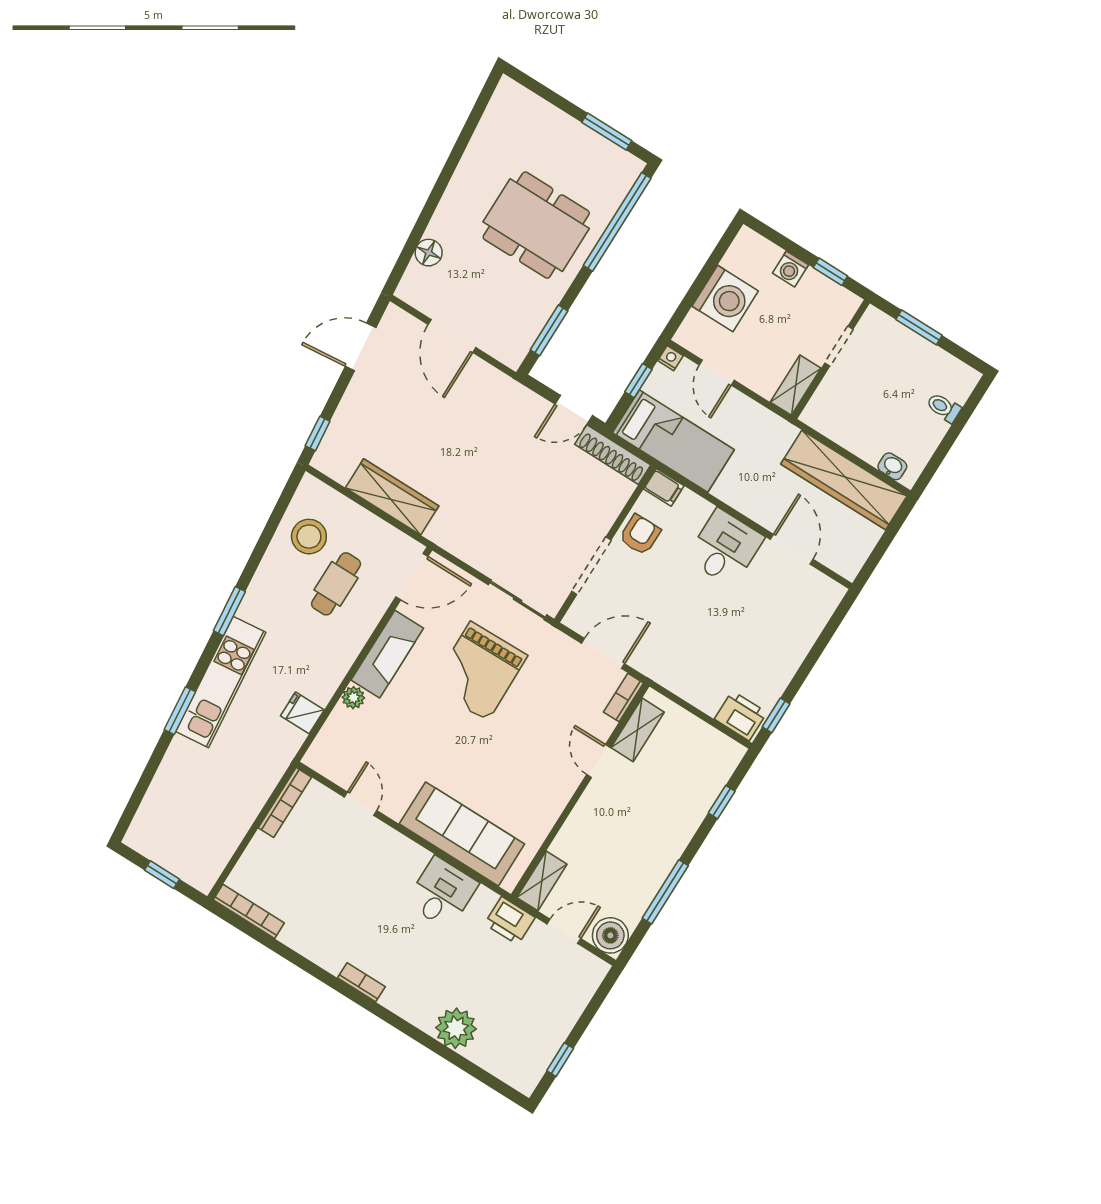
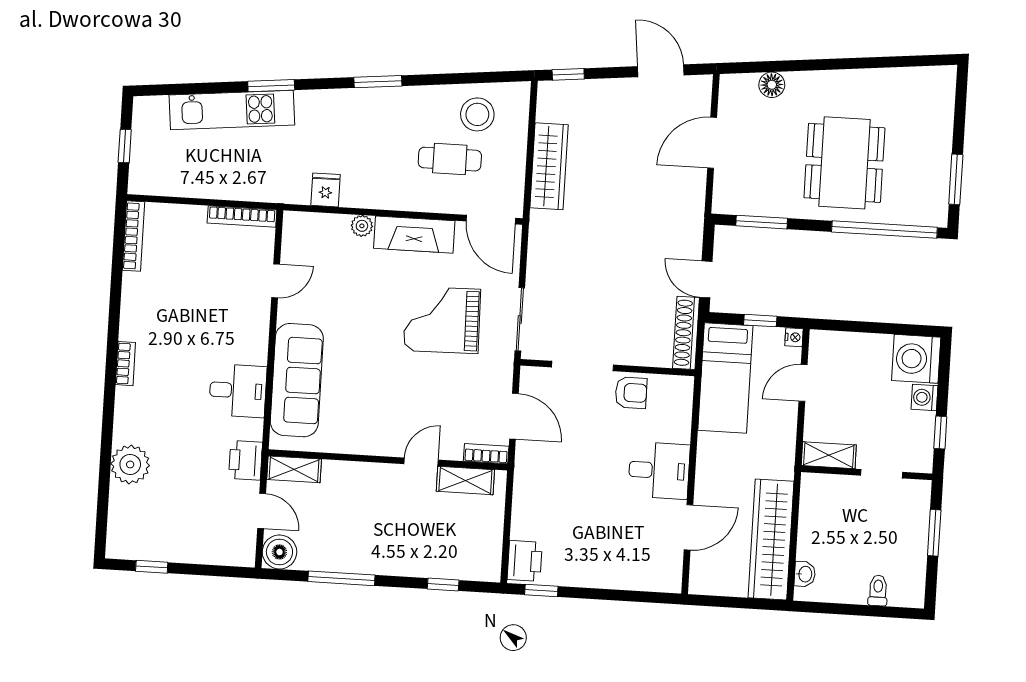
washing machine: (725, 299) -> (916, 359), moved, turned 90
filing cabinet: (664, 487) -> (682, 391), removed
kitchen unit: (221, 682) -> (232, 110), moved

